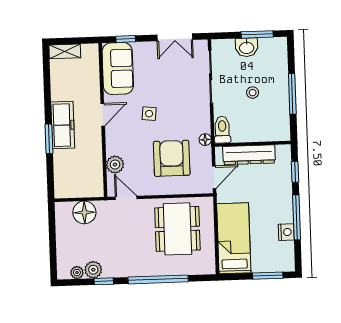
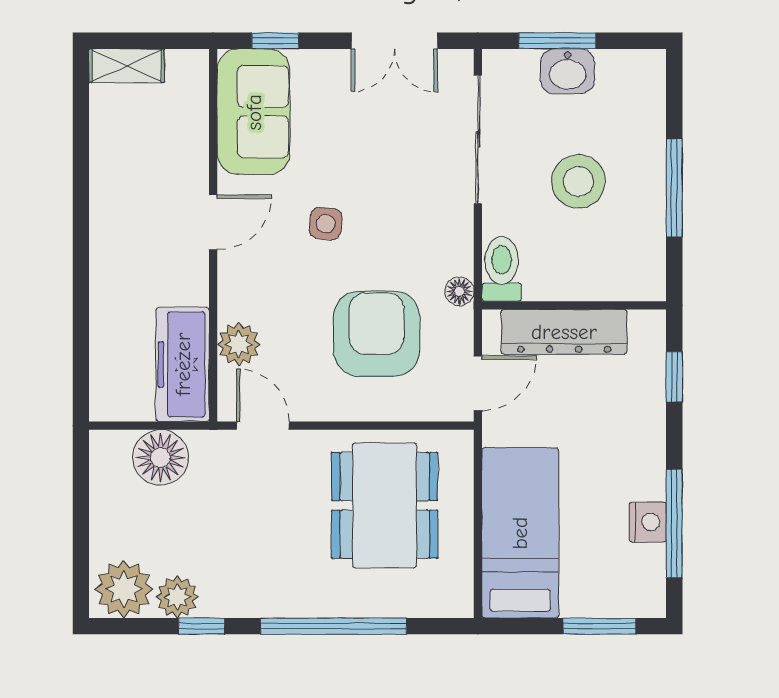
window: (257, 34) -> (557, 41), moved
stool: (253, 93) -> (578, 181), width x1.89, depth x1.89
freezer: (63, 125) -> (183, 364), moved, turned 180
window: (49, 139) -> (81, 276), removed
window: (297, 217) -> (674, 524), moved
plant: (77, 273) -> (124, 589), width x1.88, depth x1.88

